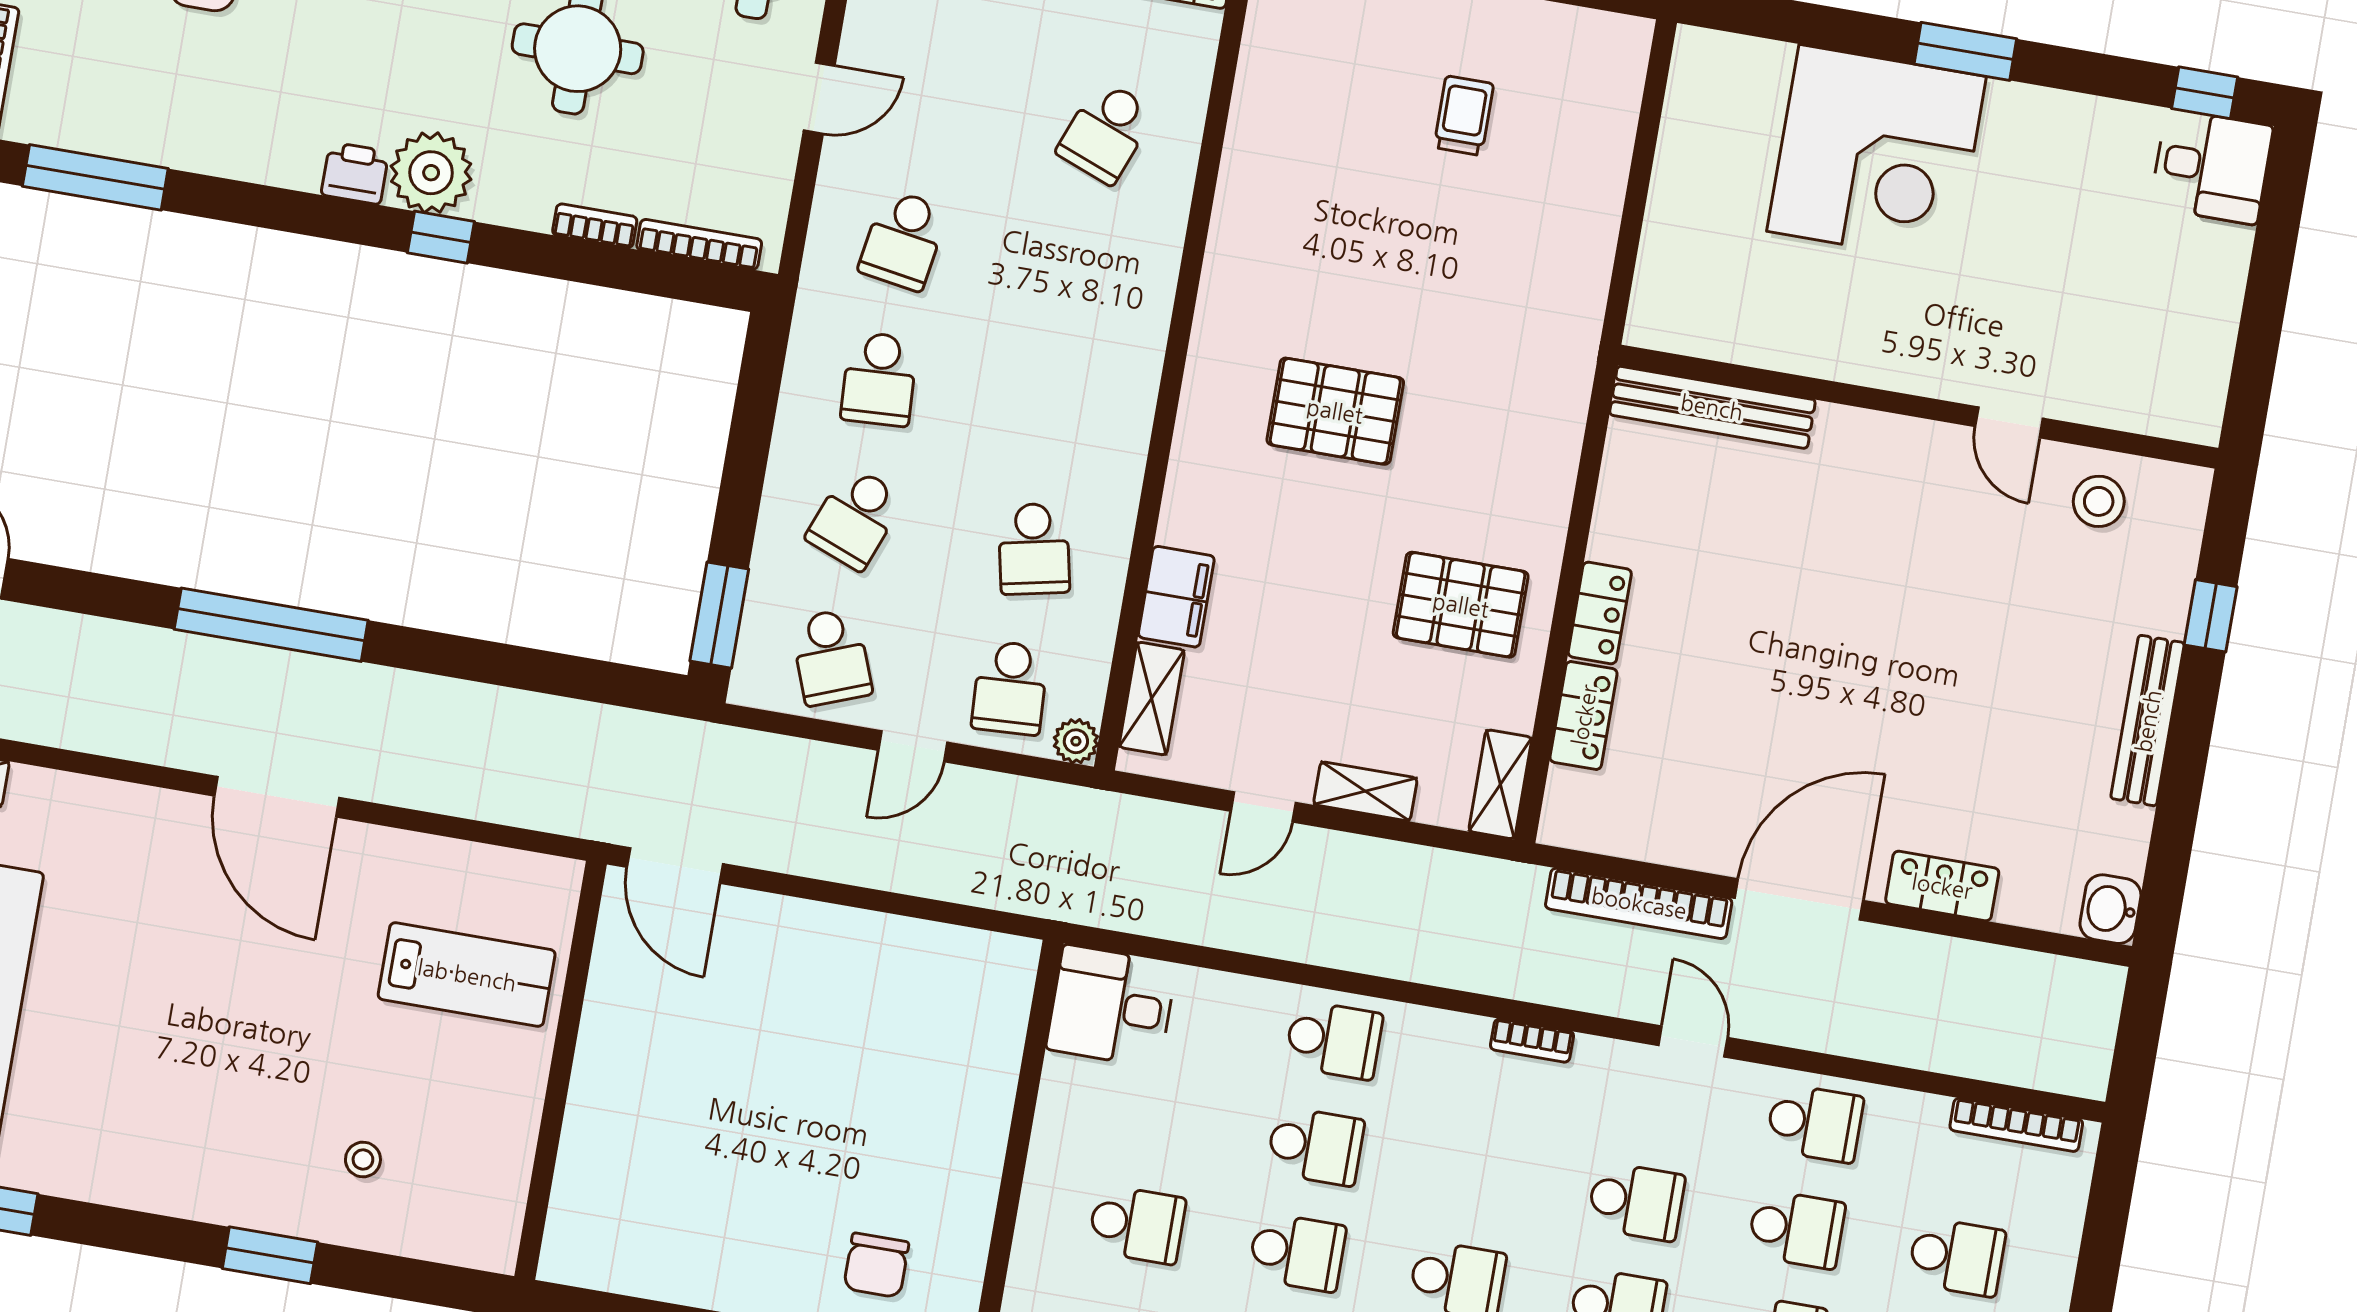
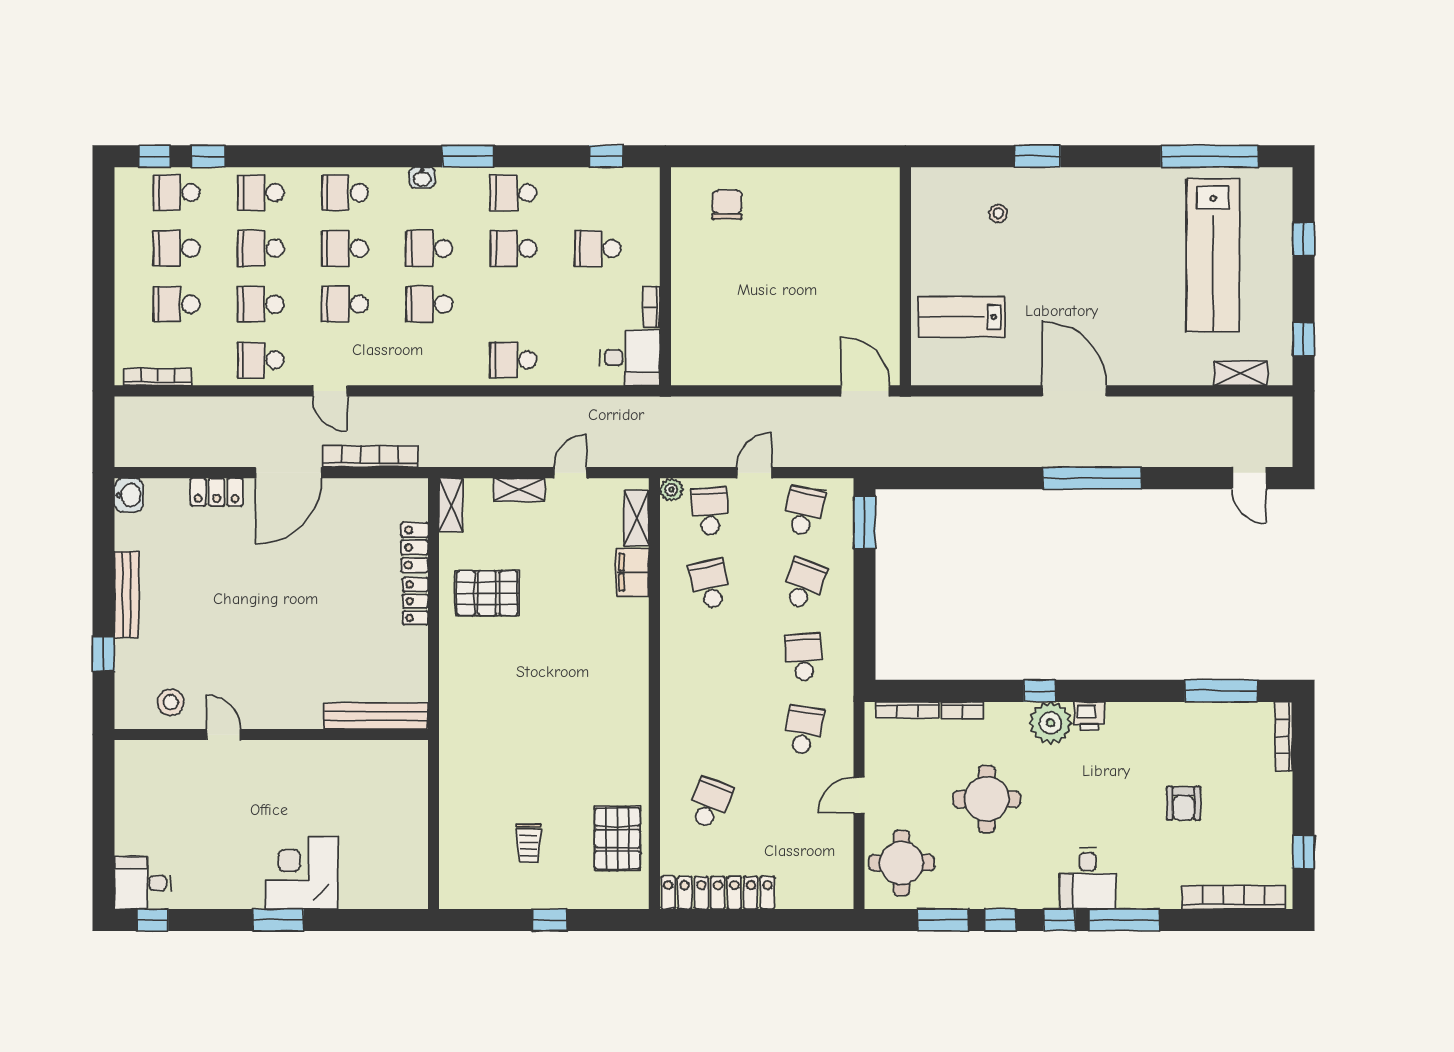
corner desk: (1877, 154) -> (302, 873), width x0.74, depth x0.74
pallet: (1335, 411) -> (617, 839), moved, turned 90
school desk: (831, 657) -> (804, 511), turned 33
bookcase: (1532, 1041) -> (652, 307), moved, turned -90
school desk: (1315, 1146) -> (429, 304), moved

